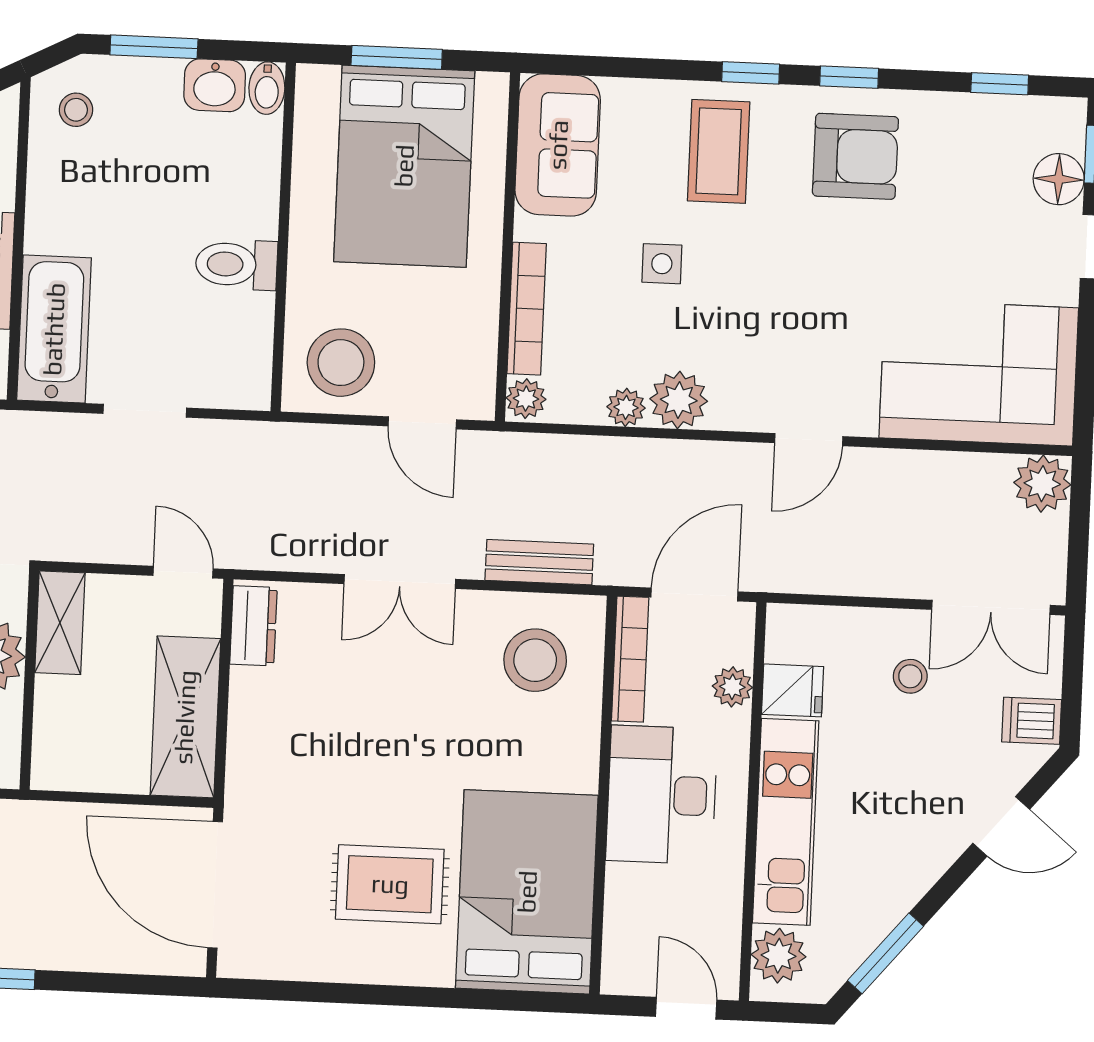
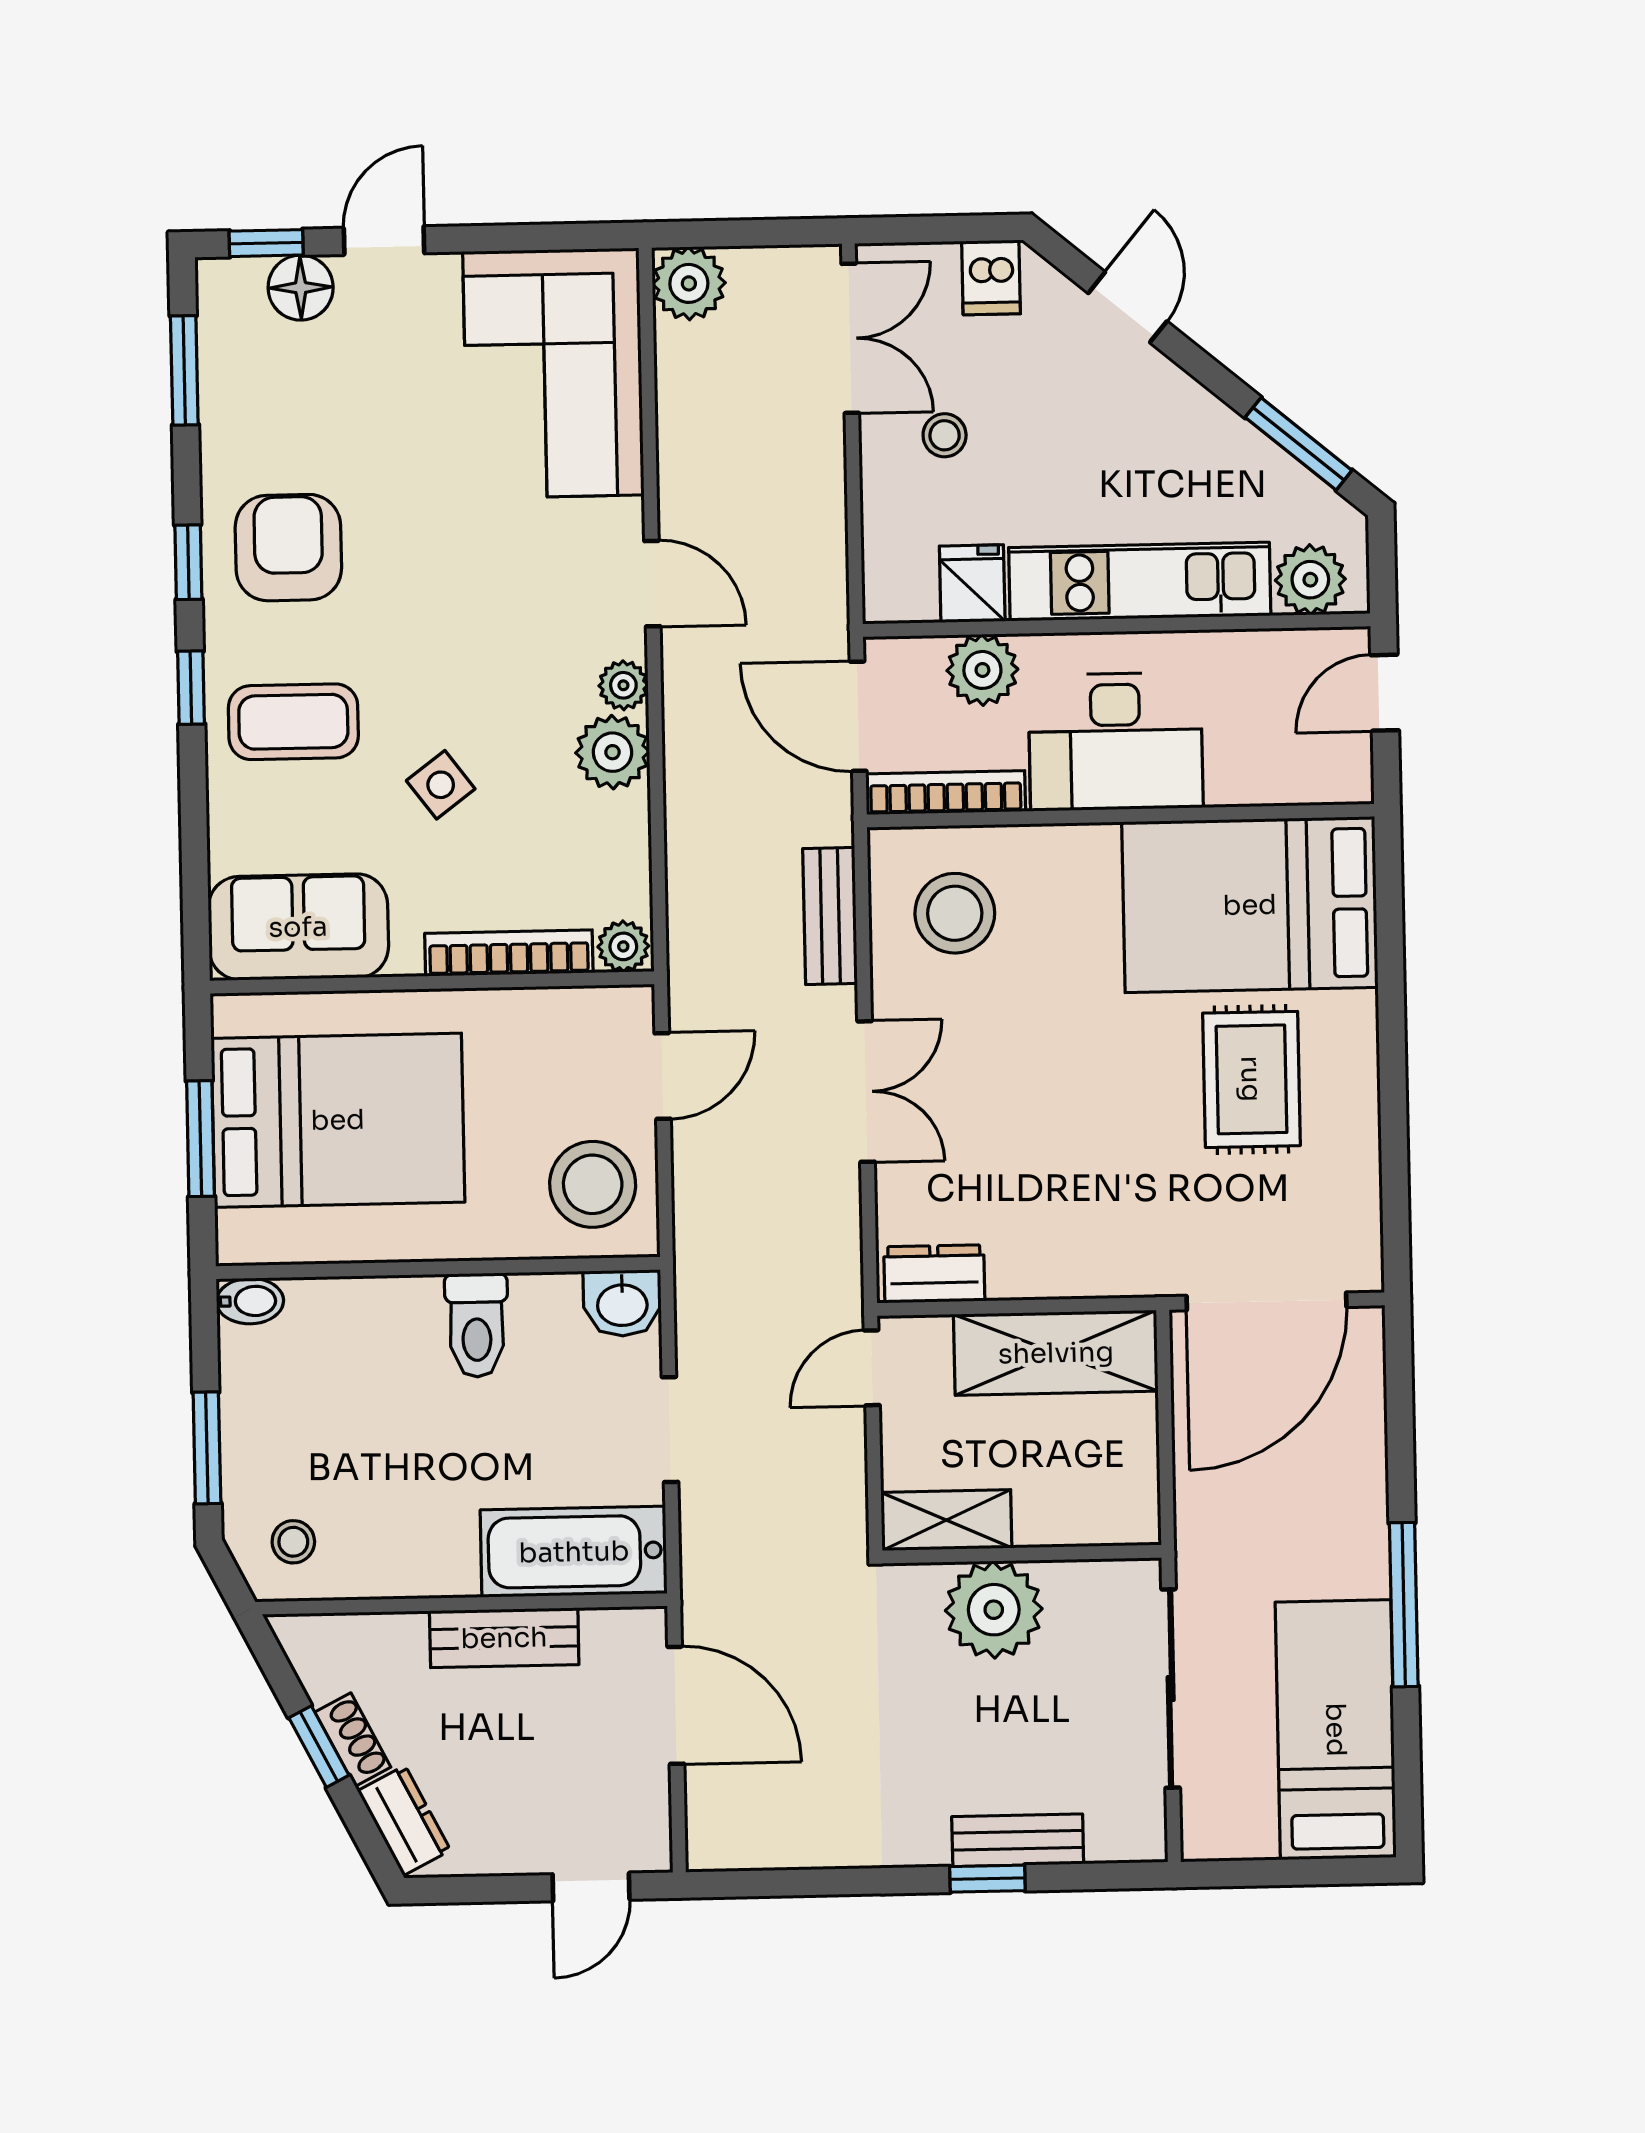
window: (1000, 84) -> (184, 370), width x1.50
washbasin: (215, 85) -> (622, 1303), moved, turned 90
side table: (662, 264) -> (441, 785), turned -37
plant: (626, 407) -> (623, 685), moved
plant: (732, 687) -> (982, 670), width x1.38, depth x1.38

